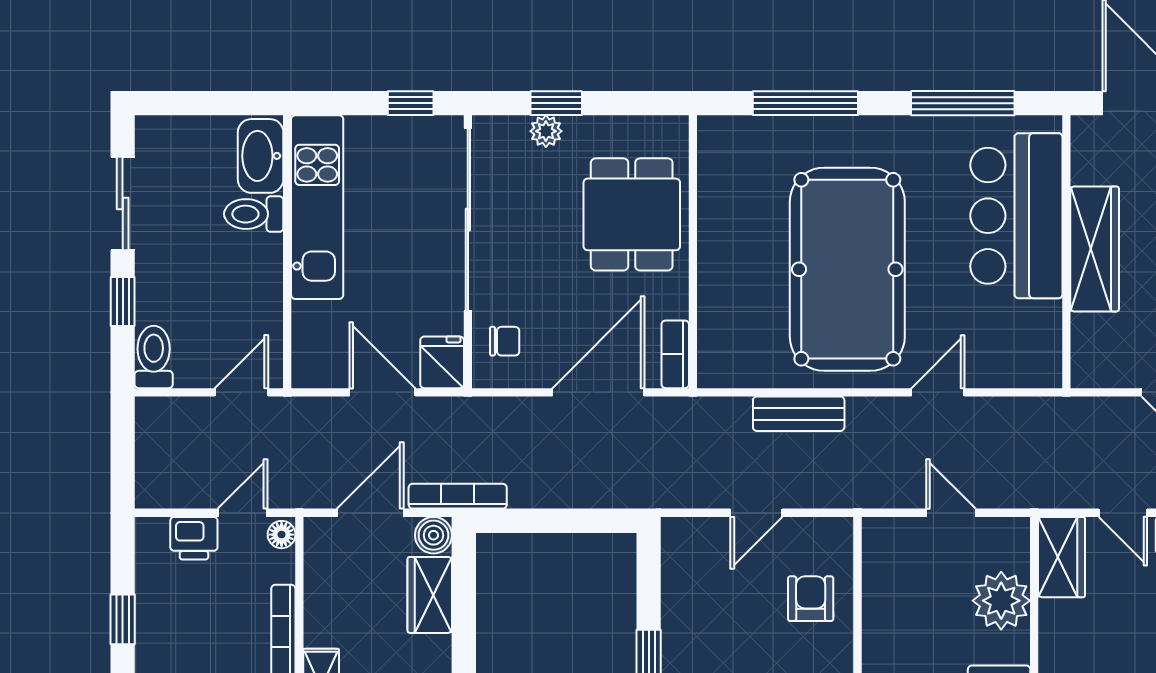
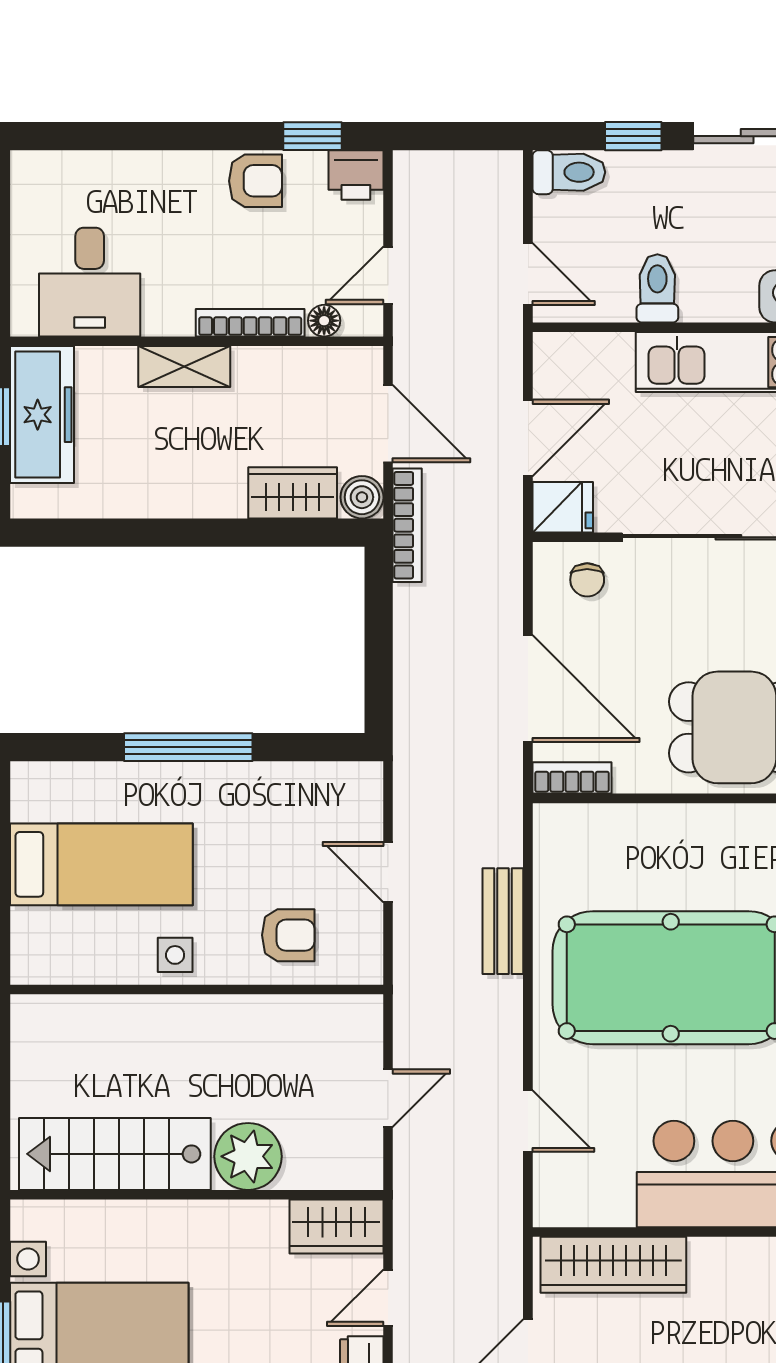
toilet: (254, 214) -> (657, 288), moved
wardrobe: (1095, 249) -> (613, 1265), moved
door: (938, 392) -> (528, 1121), moved
door: (242, 513) -> (388, 275), swing flipped
floor lamp: (282, 535) -> (324, 321), moved
printer: (194, 538) -> (356, 175), moved, turned -90
plant: (1001, 601) -> (248, 1156), moved
window: (123, 619) -> (313, 136), moved
armchair: (161, 627) -> (255, 181), added

